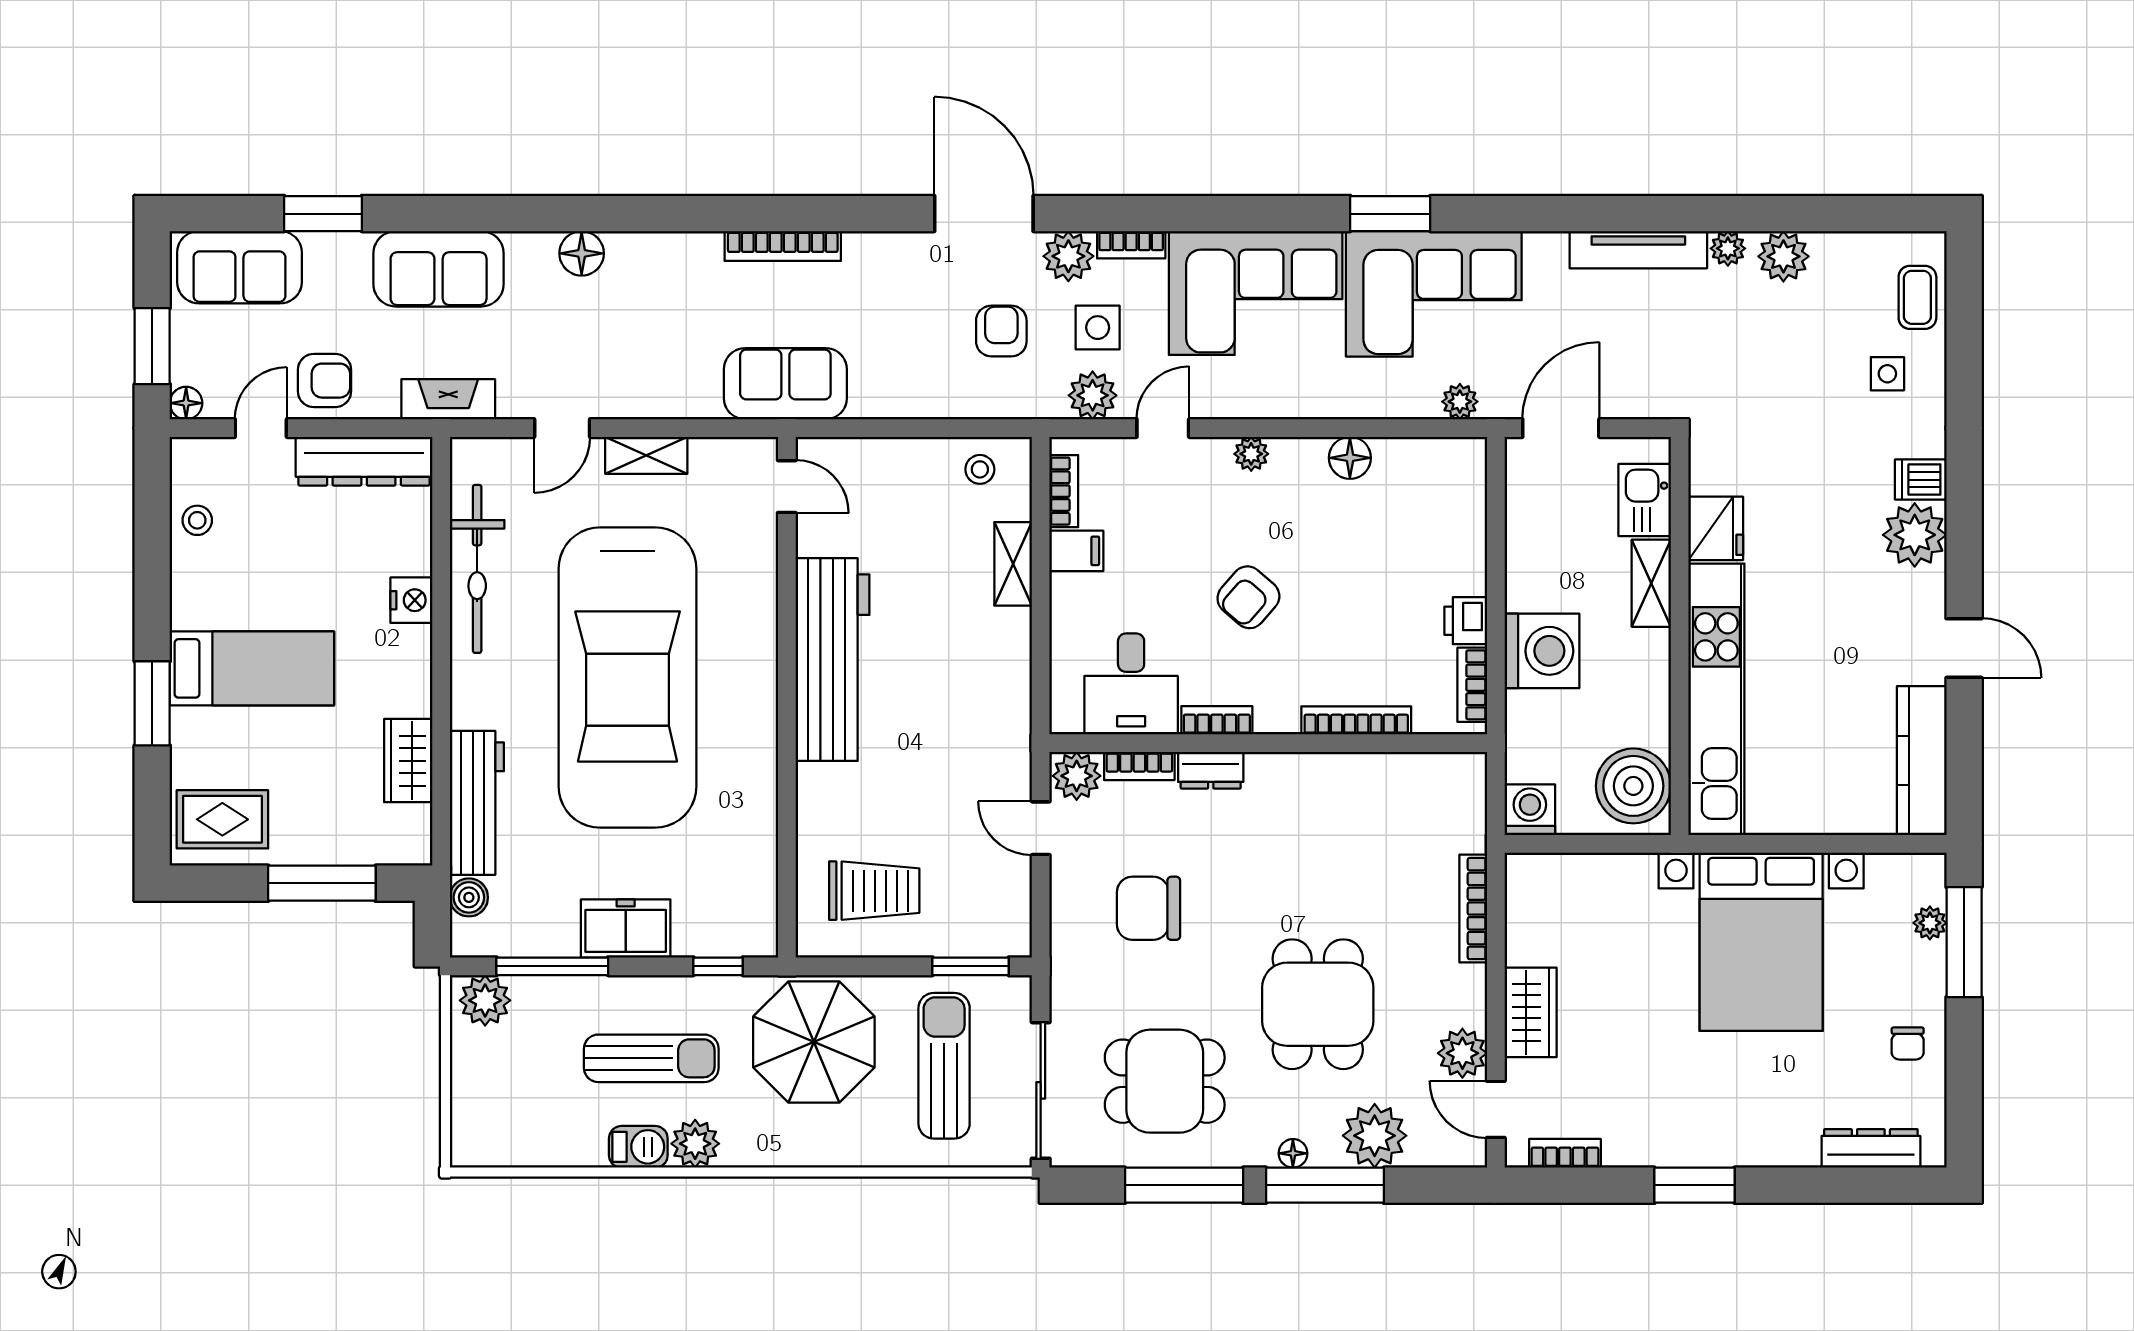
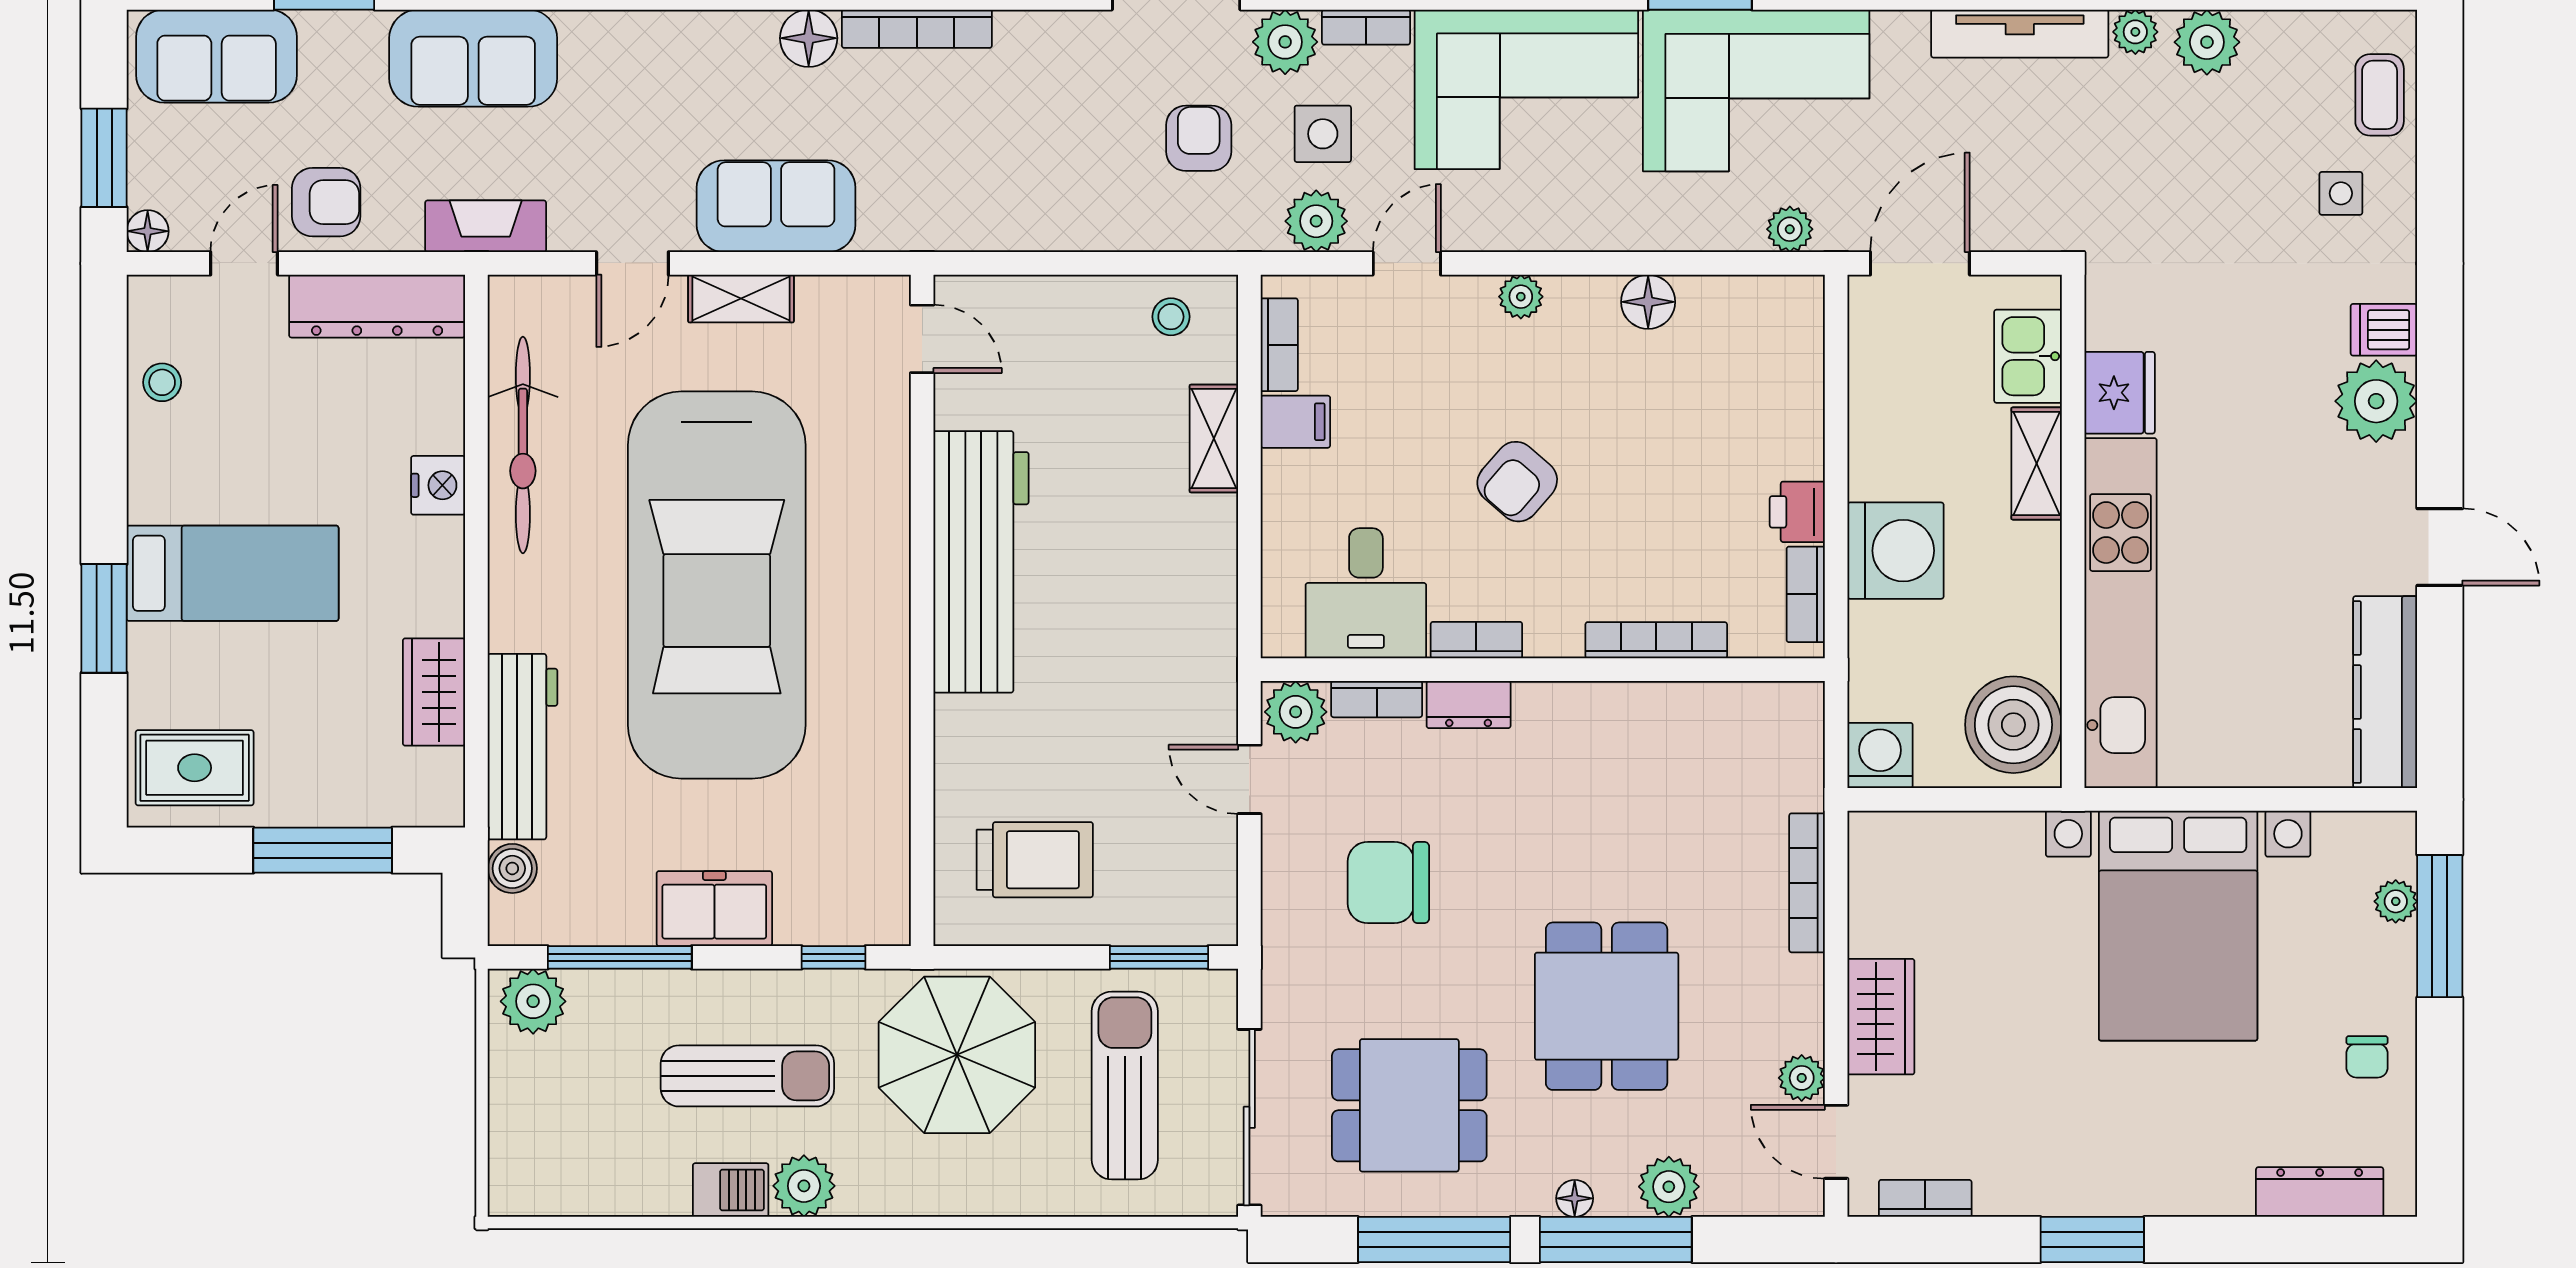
floor lamp: (582, 253) -> (809, 38), moved
sofa: (785, 384) -> (776, 206), moved
plant: (1462, 1053) -> (1802, 1078), width x0.73, depth x0.73
plant: (1375, 1136) -> (1669, 1187), width x0.73, depth x0.73

